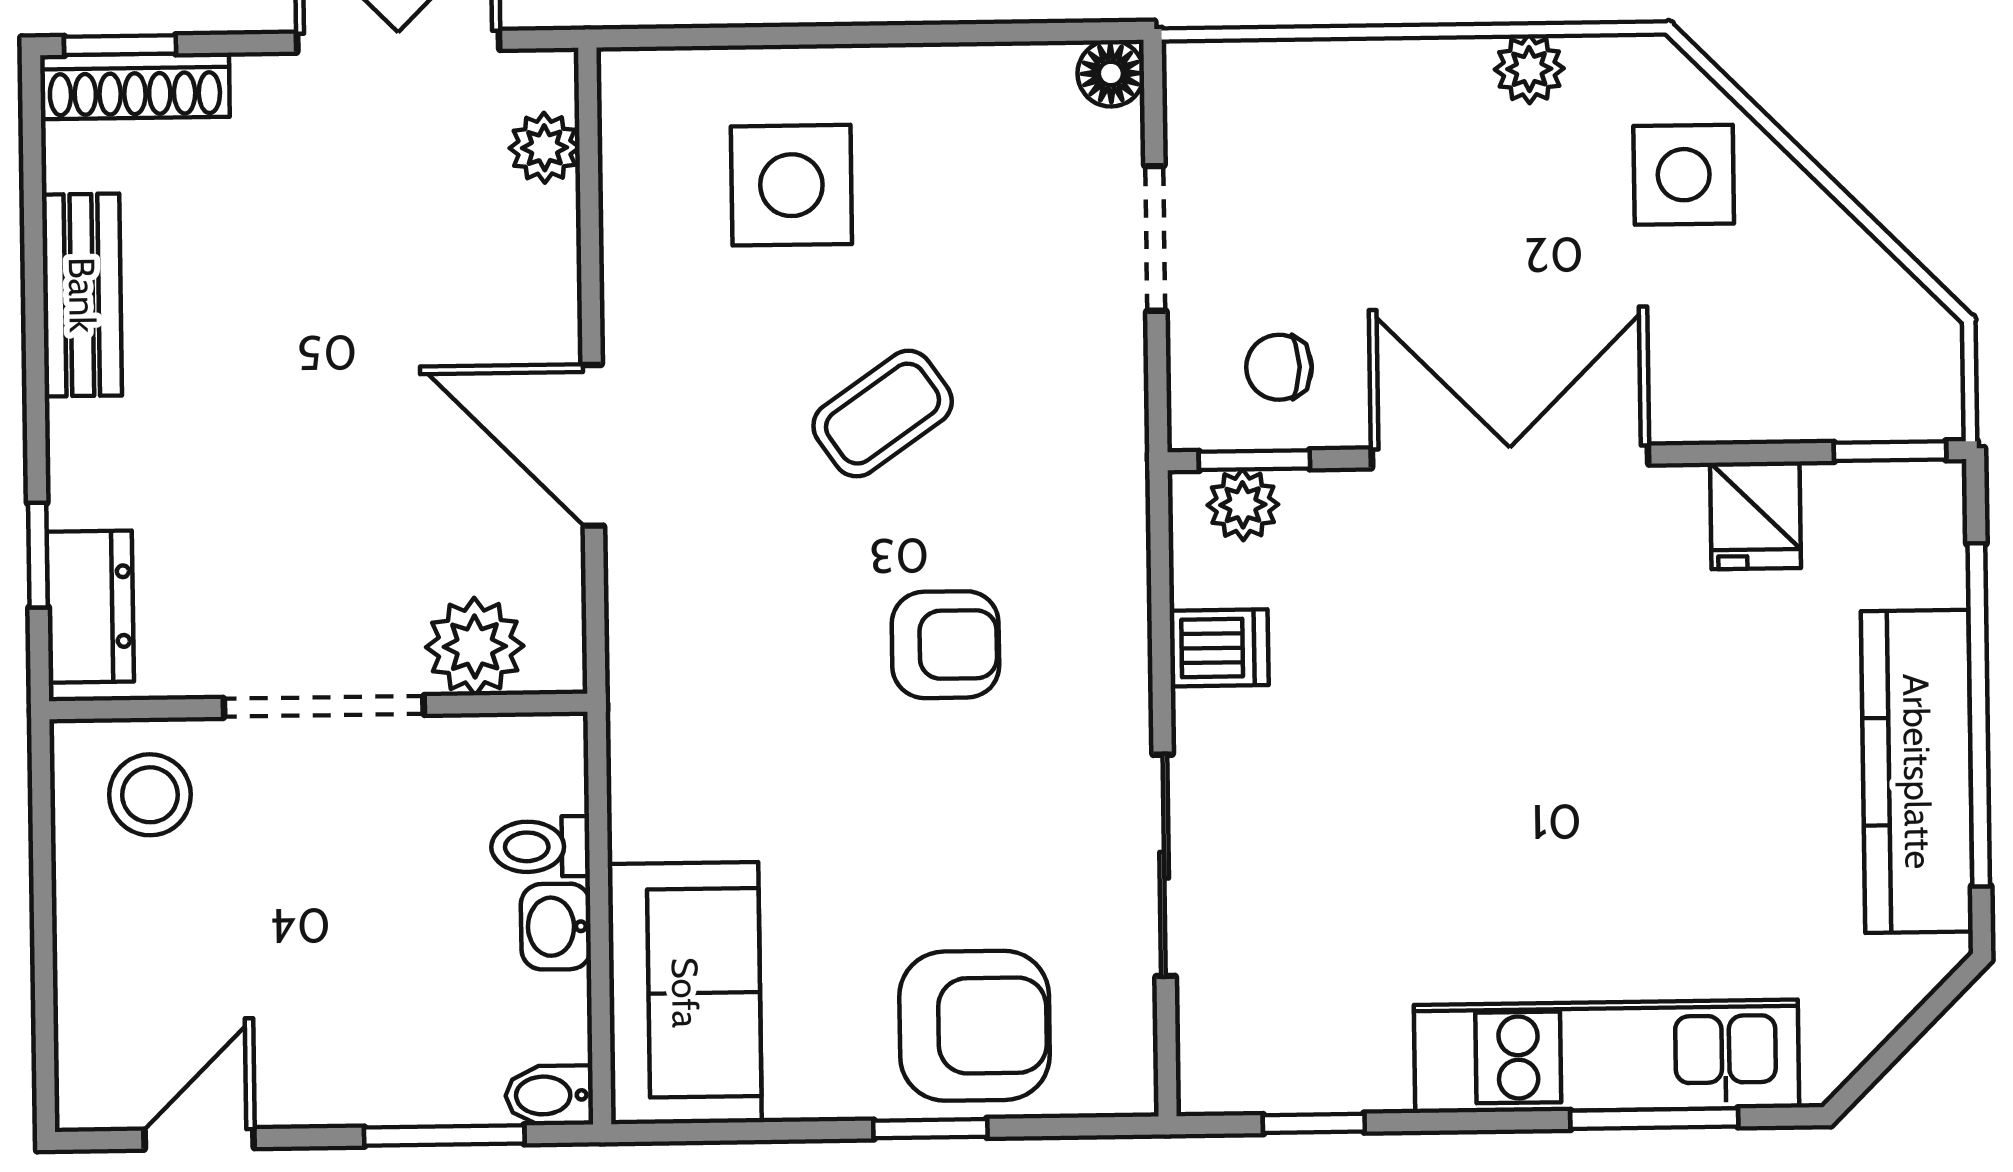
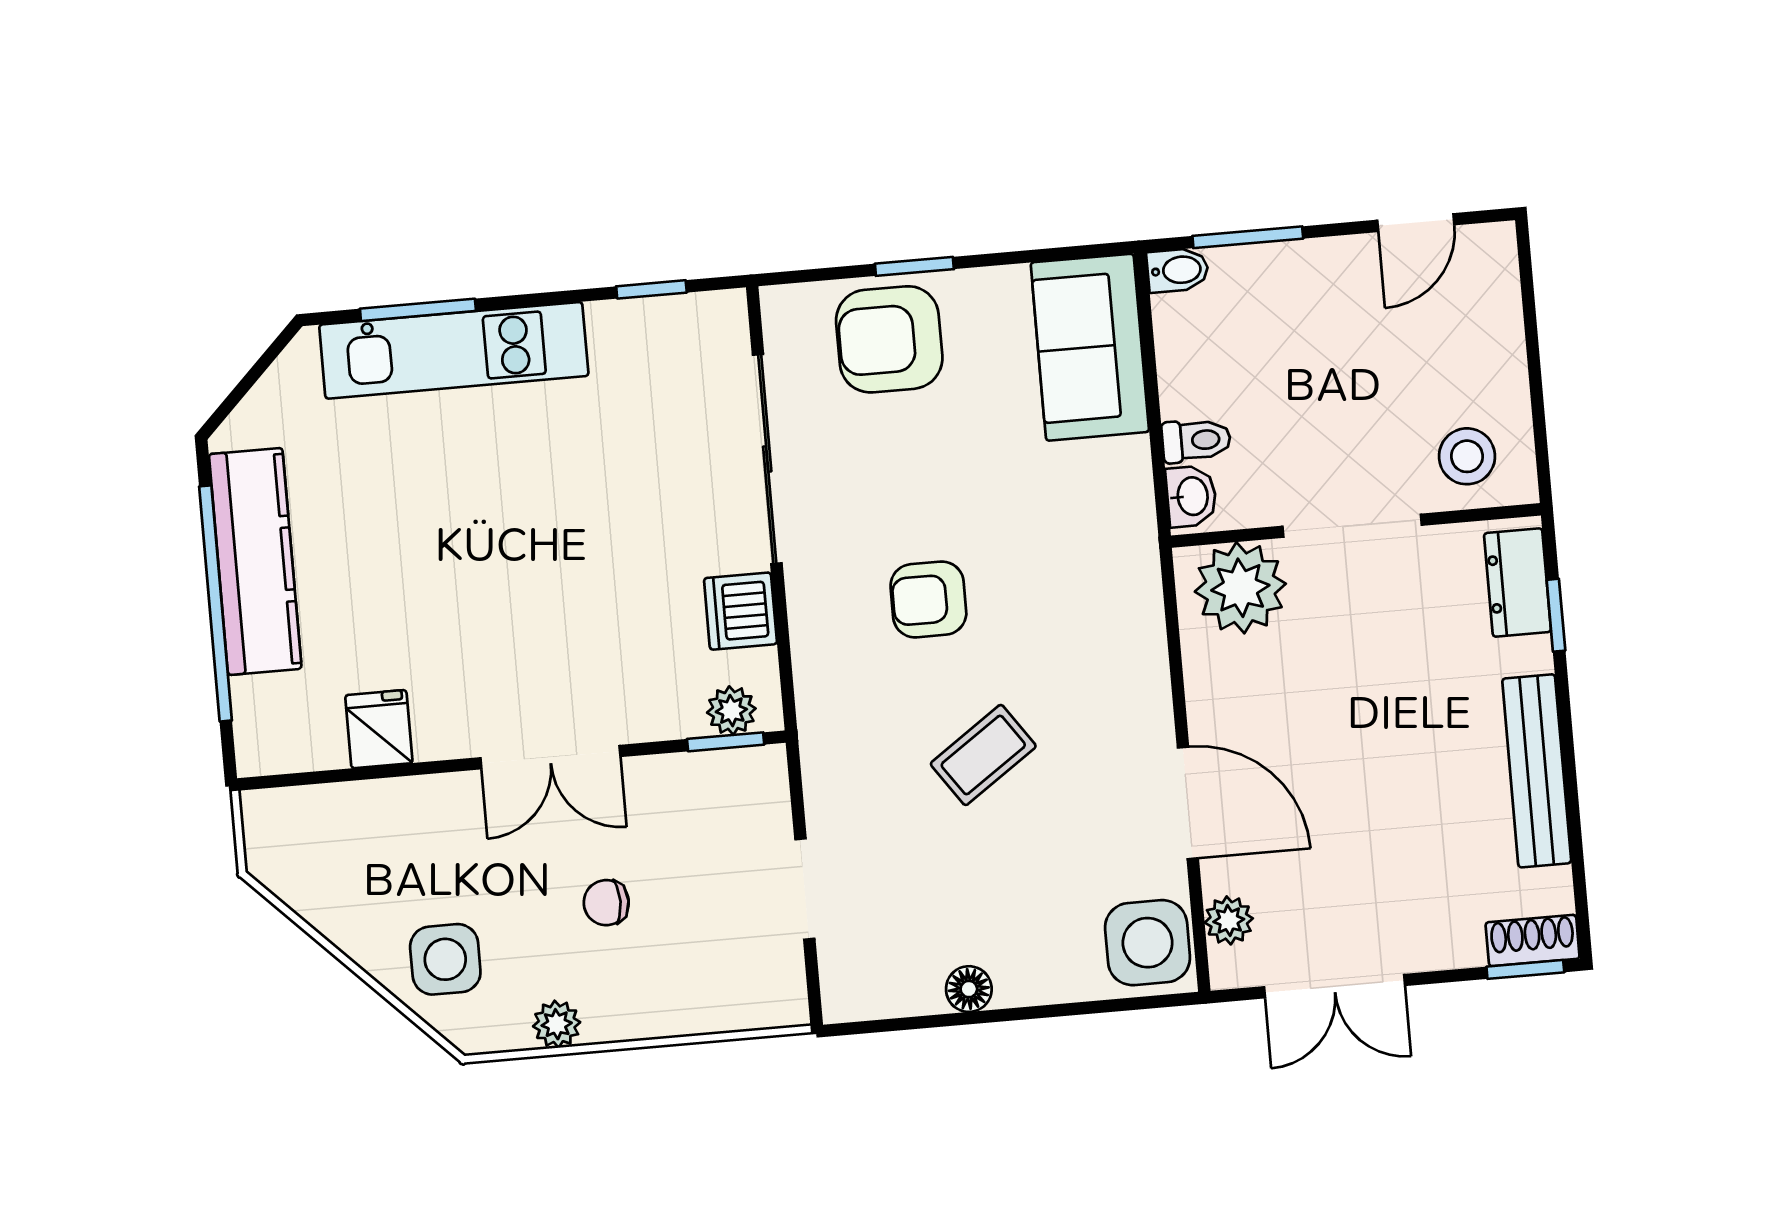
floor lamp: (1111, 73) -> (969, 989), moved
shoe rack: (135, 86) -> (1533, 940), width x0.70
side table: (791, 185) -> (1148, 943), moved
bench: (82, 295) -> (1537, 771), width x1.36
chair: (1279, 367) -> (606, 903), moved, turned 180
door: (593, 445) -> (1188, 803), moved
window: (1890, 451) -> (290, 780), removed
double door: (1510, 456) -> (550, 757), width x0.73
plant: (475, 647) -> (1240, 588), width x1.36, depth x1.36
dishwasher: (1219, 648) -> (740, 611), width x1.38
sliding door: (1164, 865) -> (767, 459), width x1.37
washbasin: (556, 927) -> (1191, 496), moved

